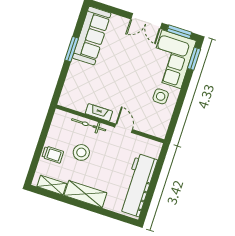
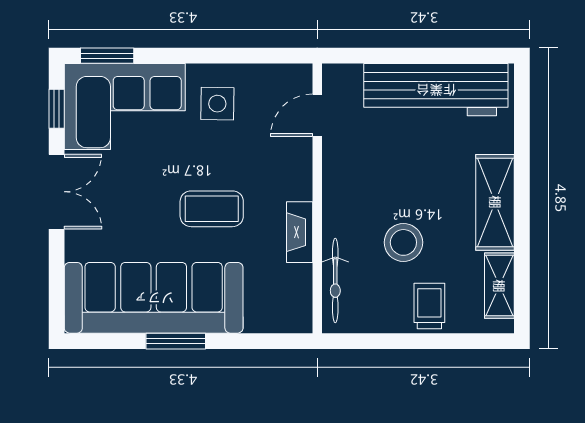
window: (179, 32) -> (57, 109), width x0.67
sofa: (92, 36) -> (154, 298), width x1.36, depth x1.27
coffee table: (120, 81) -> (212, 209), added
bicycle: (89, 125) -> (335, 281), moved
door: (124, 128) -> (317, 115), moved

